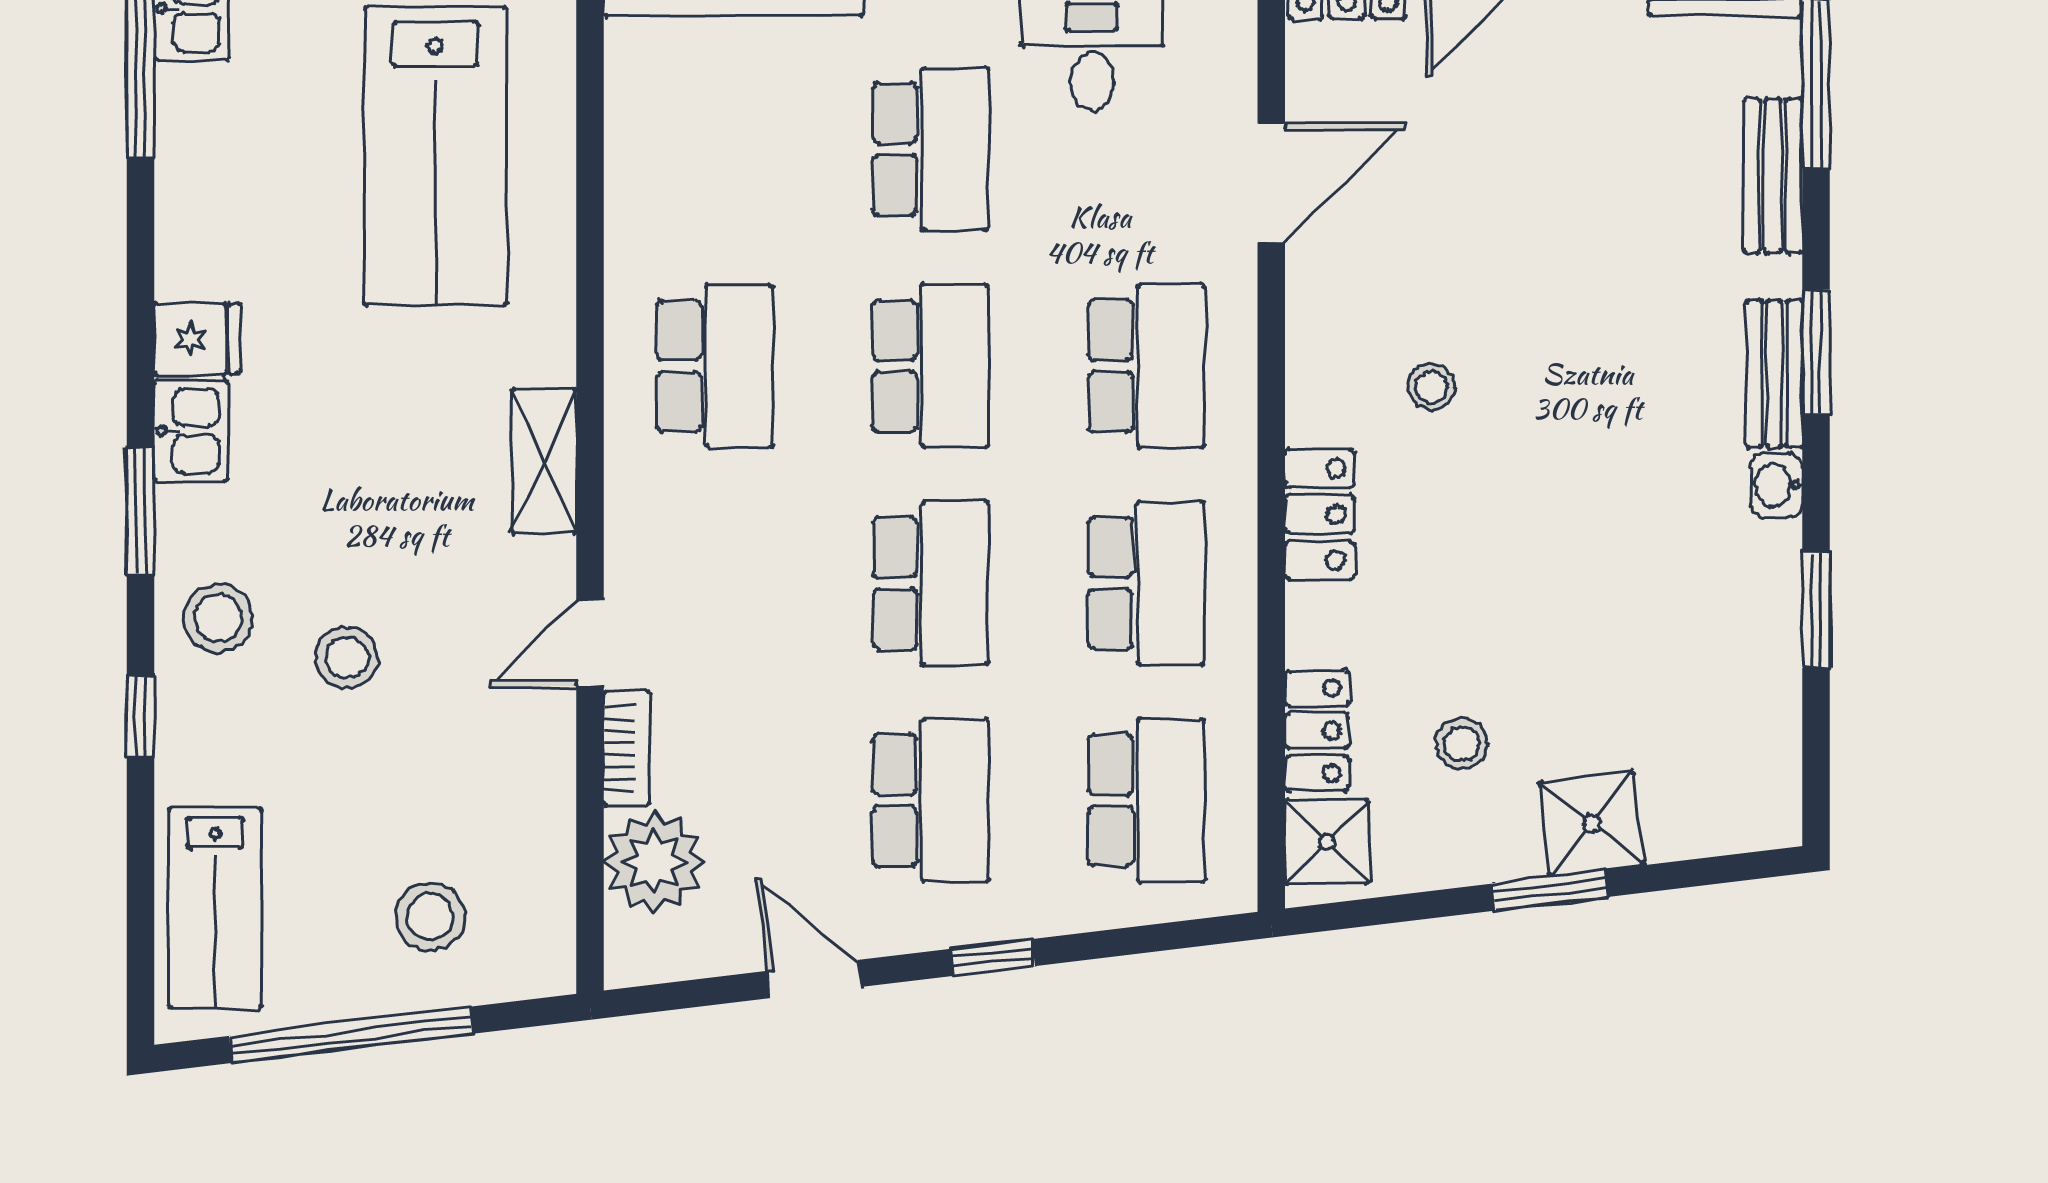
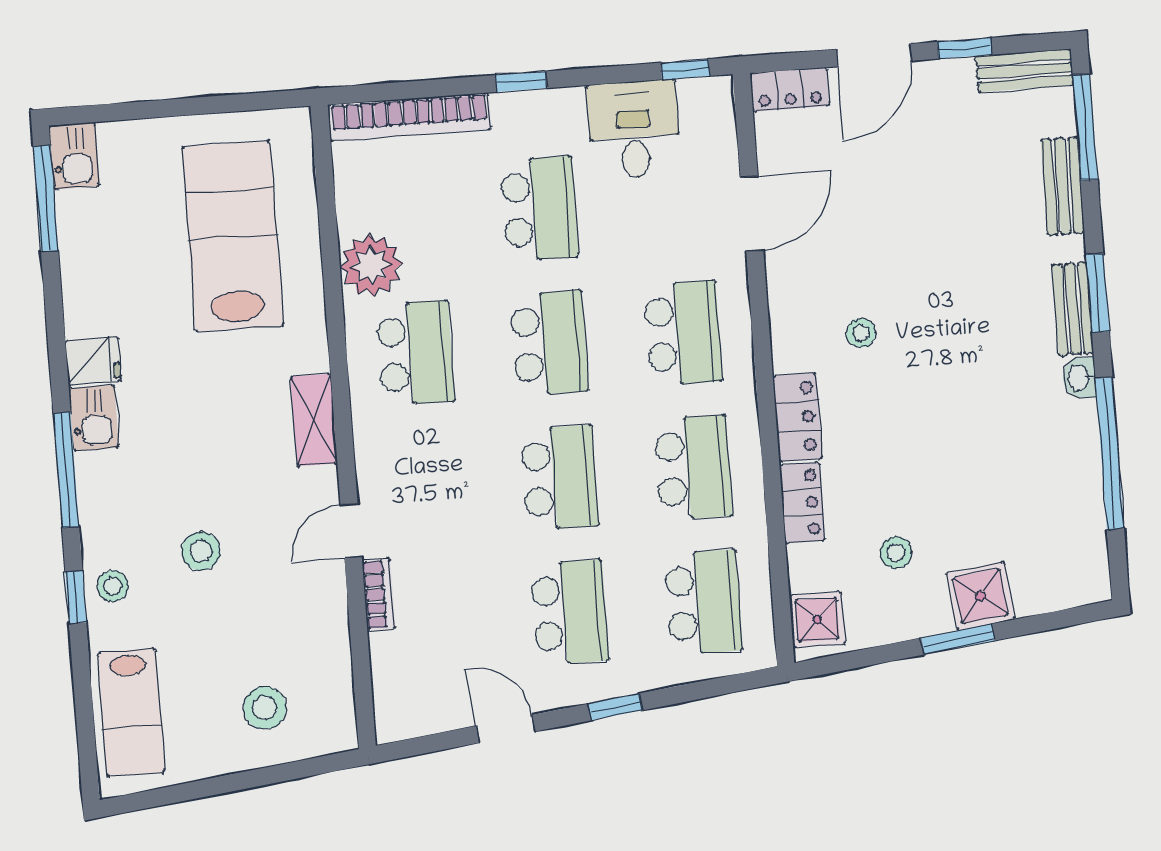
lab bench: (436, 156) -> (233, 236), turned 180
window: (141, 511) -> (66, 470), width x1.44
window: (1816, 610) -> (1110, 453), width x2.11
stool: (218, 618) -> (113, 586), moved, width x0.73, depth x0.73
locker: (1317, 731) -> (802, 503), moved
plant: (654, 862) -> (371, 265), moved
window: (351, 1035) -> (221, 785), removed

